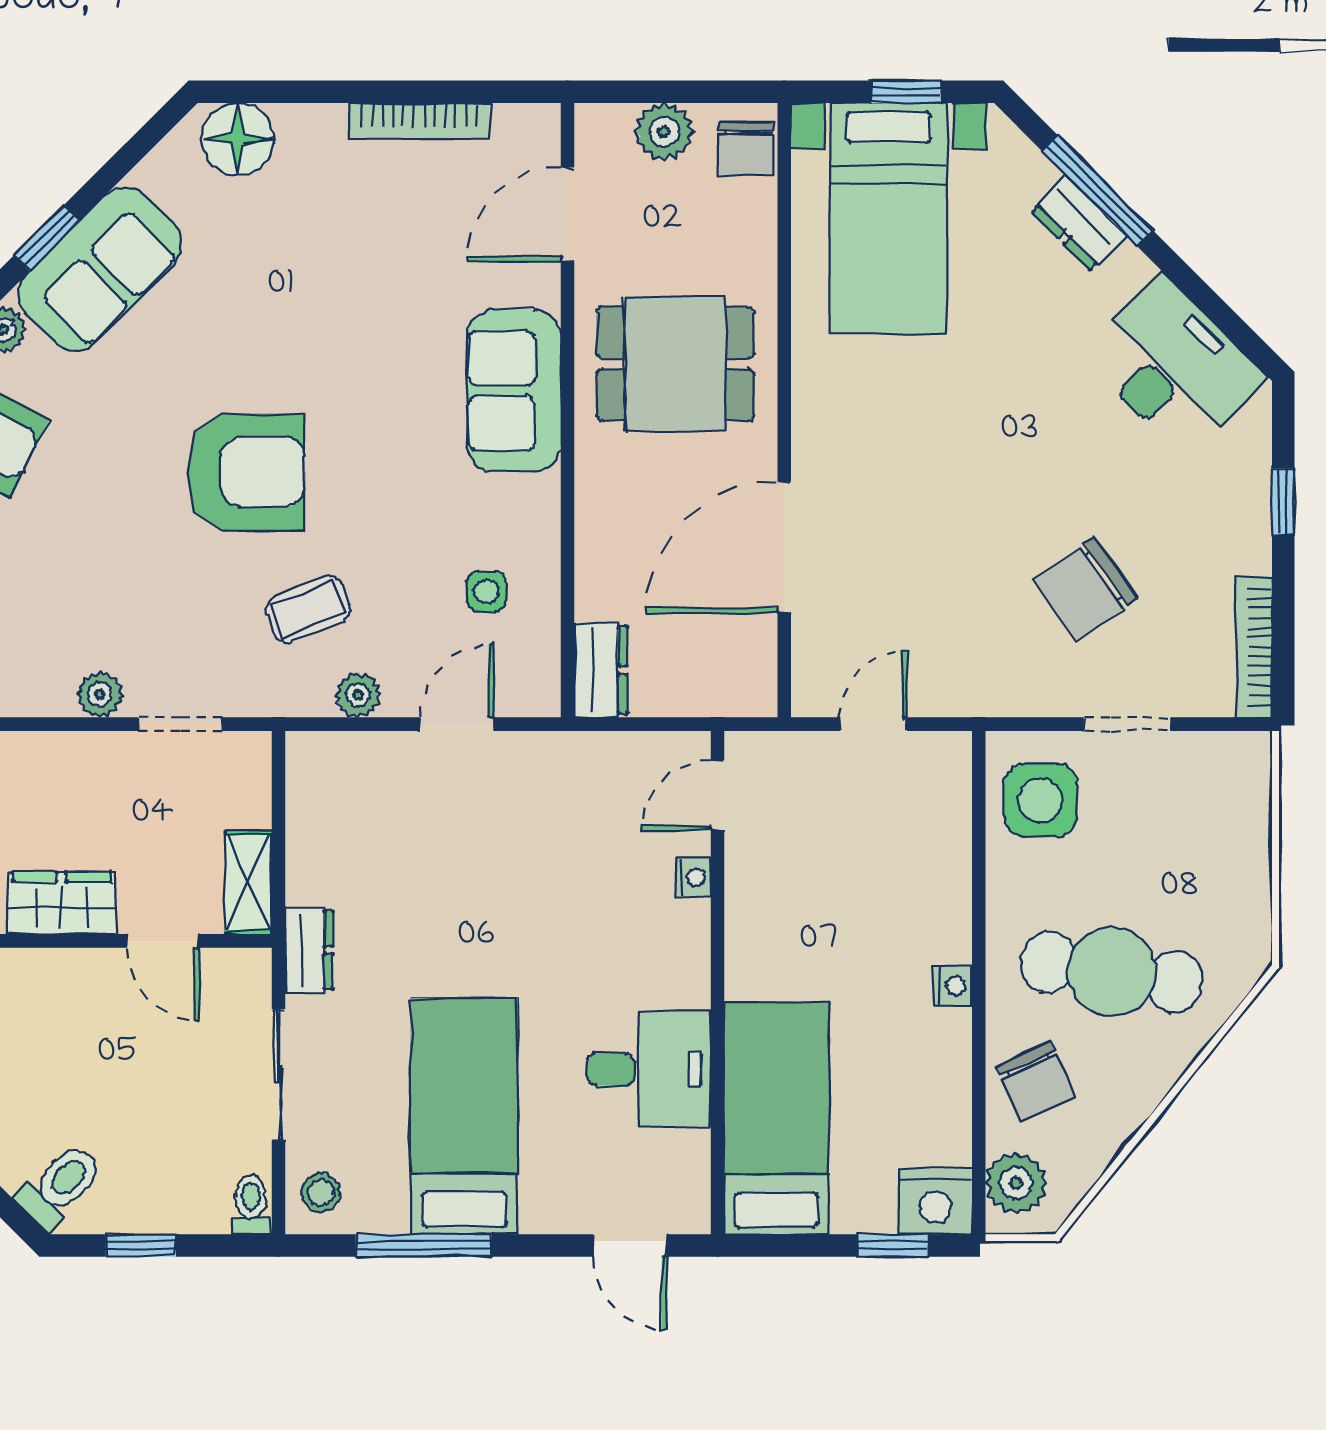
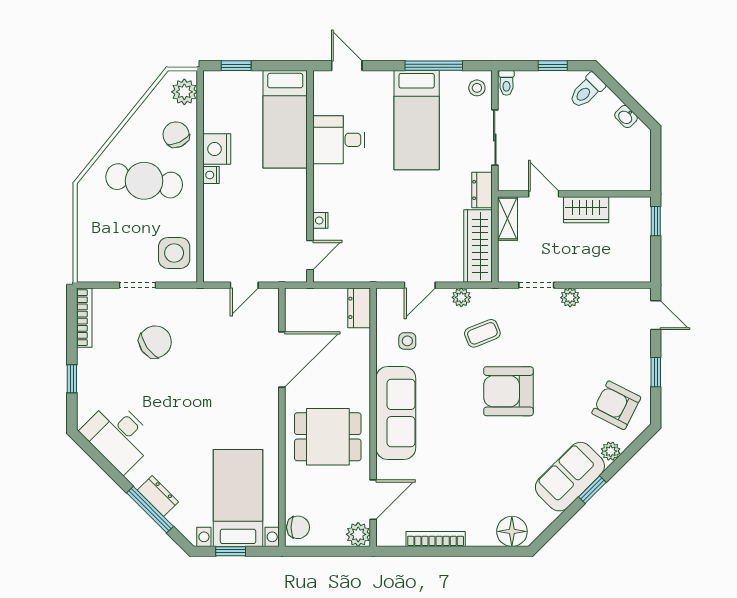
plant: (664, 132) -> (358, 534), moved
chair: (746, 149) -> (298, 527), turned 90
sofa: (514, 391) -> (396, 413), width x1.36
wardrobe: (318, 817) -> (478, 246), added
nightstand: (935, 1201) -> (217, 149), moved, turned -90

